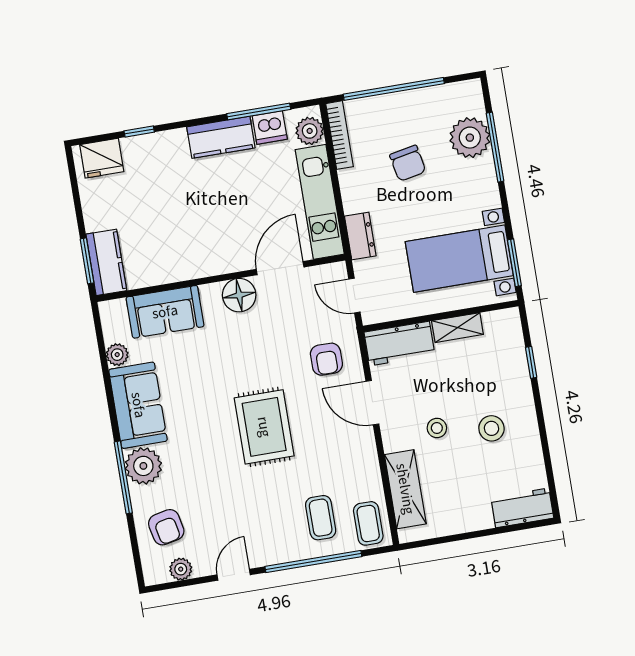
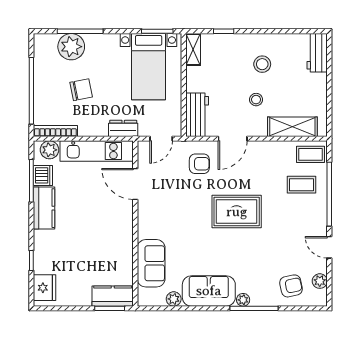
floor lamp: (239, 295) -> (148, 213), removed
shelving: (457, 328) -> (193, 50), moved
plant: (143, 466) -> (243, 300), width x0.53, depth x0.53

